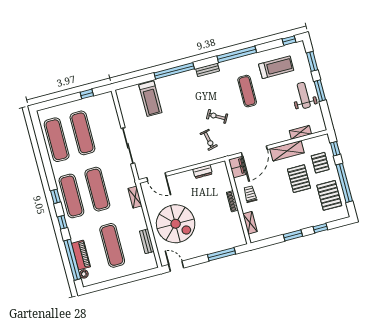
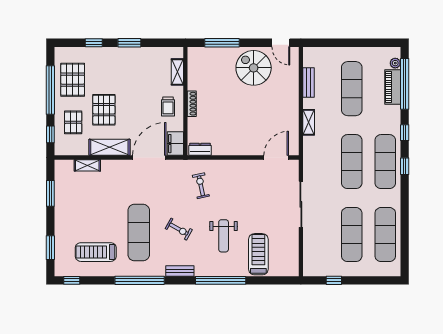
exercise mat: (247, 91) -> (139, 233), width x1.36, depth x1.45
window: (320, 91) -> (50, 193), moved
weight bench: (304, 95) -> (224, 236), moved
exercise bike: (217, 116) -> (179, 229), moved
dresser: (203, 171) -> (200, 149), moved
door: (156, 177) -> (276, 158), hinge flipped
shelving: (135, 197) -> (309, 122), moved
spiral stairs: (176, 224) -> (254, 68), moved, width x0.73, depth x0.73

